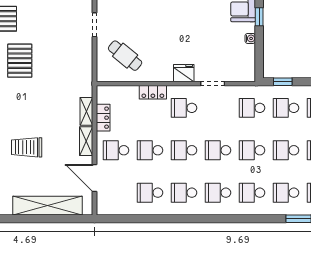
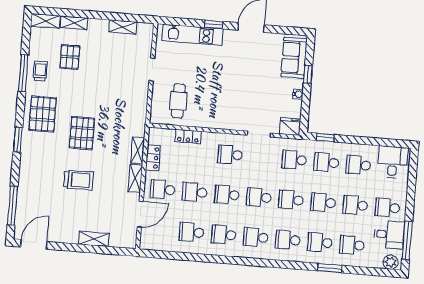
cafe table: (125, 56) -> (178, 101), turned 51
pallet: (20, 61) -> (82, 133), moved
fridge: (184, 73) -> (290, 126), moved
locker: (153, 92) -> (188, 137), moved
trolley: (27, 147) -> (78, 180), turned 180
door: (94, 178) -> (140, 214), swing flipped
shelving: (48, 206) -> (94, 239), width x0.45, depth x0.75

